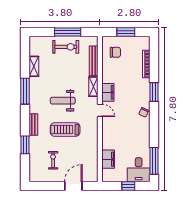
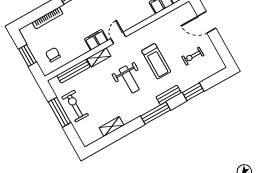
window: (25, 91) -> (155, 113), moved

